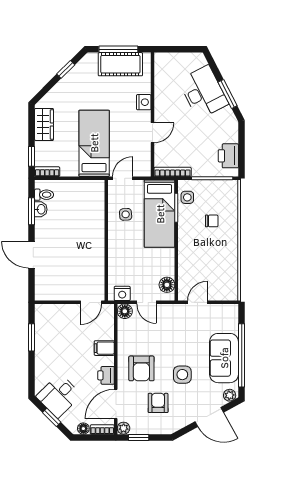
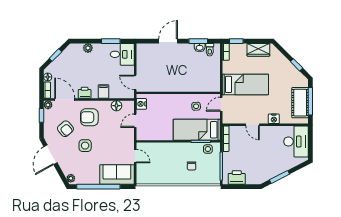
desk: (203, 92) -> (296, 142), moved, turned -63
door: (123, 178) -> (221, 104), swing flipped
floor lamp: (167, 285) -> (147, 135), removed
floor lamp: (125, 311) -> (116, 106), moved
sofa: (224, 358) -> (117, 174), moved
plant: (41, 371) -> (88, 48), added
desk: (59, 396) -> (122, 54), moved, turned 135
armchair: (158, 403) -> (65, 129), turned 50
door: (209, 417) -> (50, 155), moved

